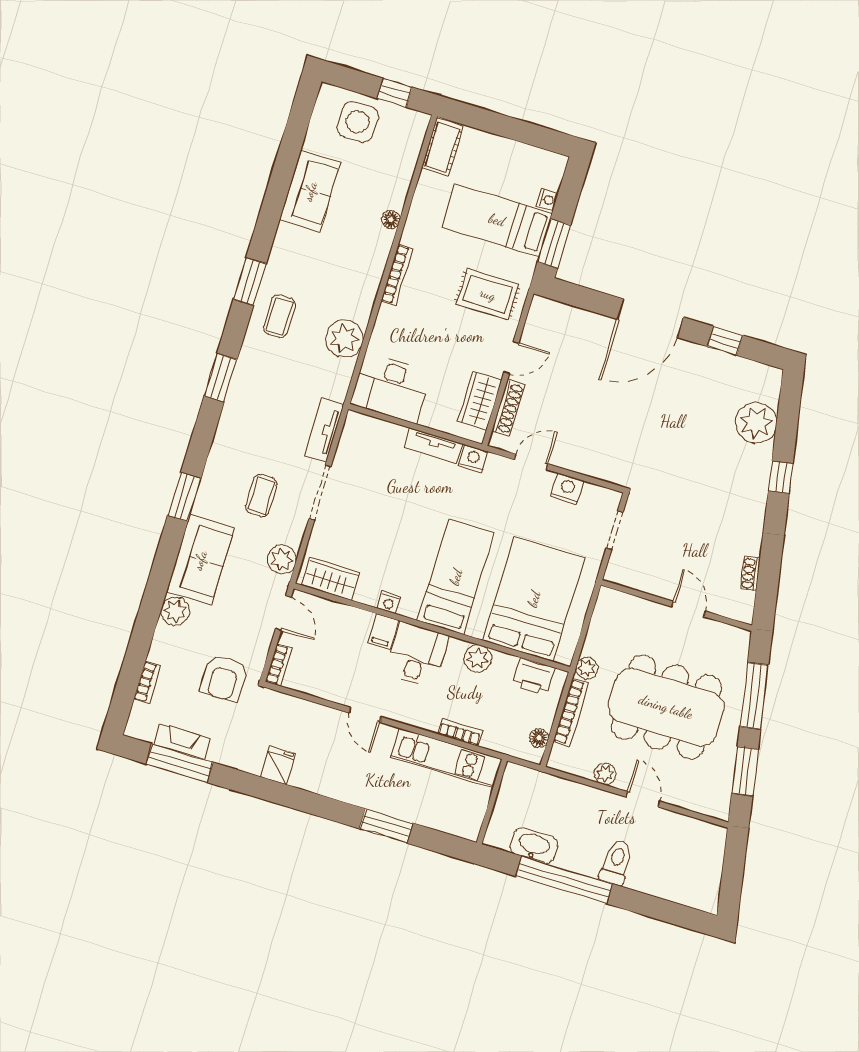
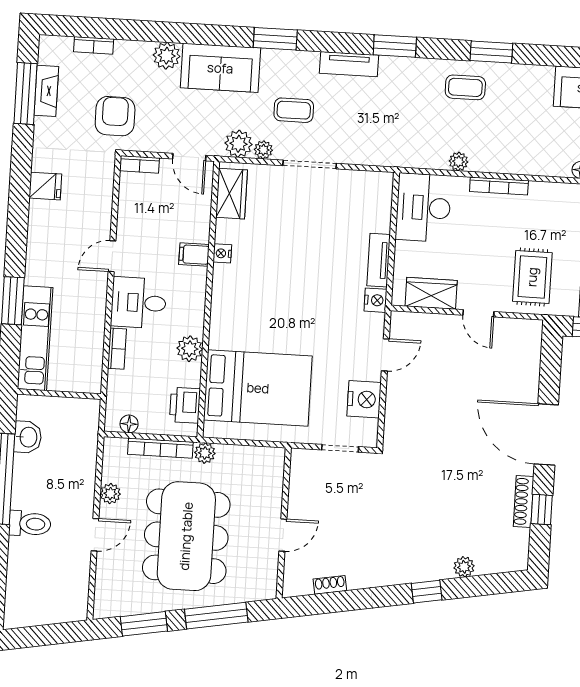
bookcase: (397, 275) -> (499, 186), moved
plant: (344, 339) -> (459, 162), width x0.53, depth x0.53
shoe rack: (508, 408) -> (524, 502), moved, turned 90
plant: (756, 423) -> (464, 567), width x0.53, depth x0.53
tv unit: (324, 430) -> (349, 64), moved, turned 180
door: (531, 462) -> (385, 355), hinge flipped
nightstand: (567, 489) -> (364, 399), width x1.36, depth x1.33
plant: (294, 536) -> (263, 150), added
bed: (456, 577) -> (261, 311), removed
door: (283, 613) -> (189, 157), hinge flipped
desk: (417, 655) -> (139, 303), moved, turned 180
armchair: (224, 678) -> (115, 116), turned 90
kitchen unit: (446, 758) -> (35, 338), moved, turned 180
washbasin: (534, 846) -> (28, 437), width x0.72

